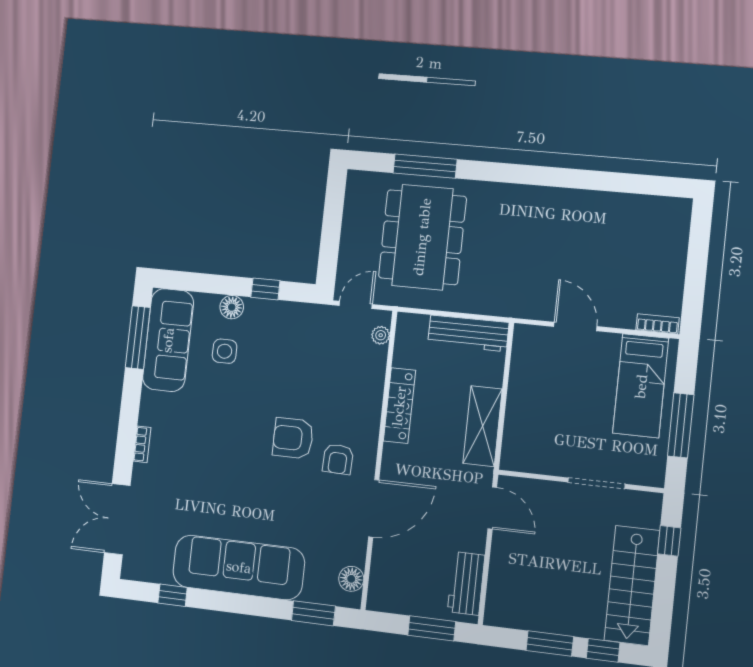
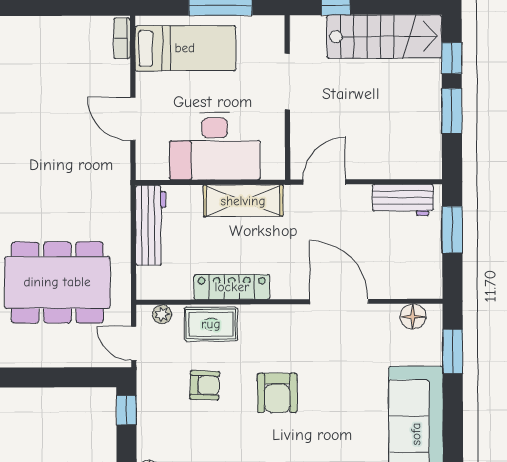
window: (265, 289) -> (126, 410), moved
door: (575, 327) -> (133, 119), hinge flipped
rug: (366, 381) -> (211, 324), added
desk: (540, 404) -> (215, 146), added
armchair: (338, 459) -> (205, 385), moved

